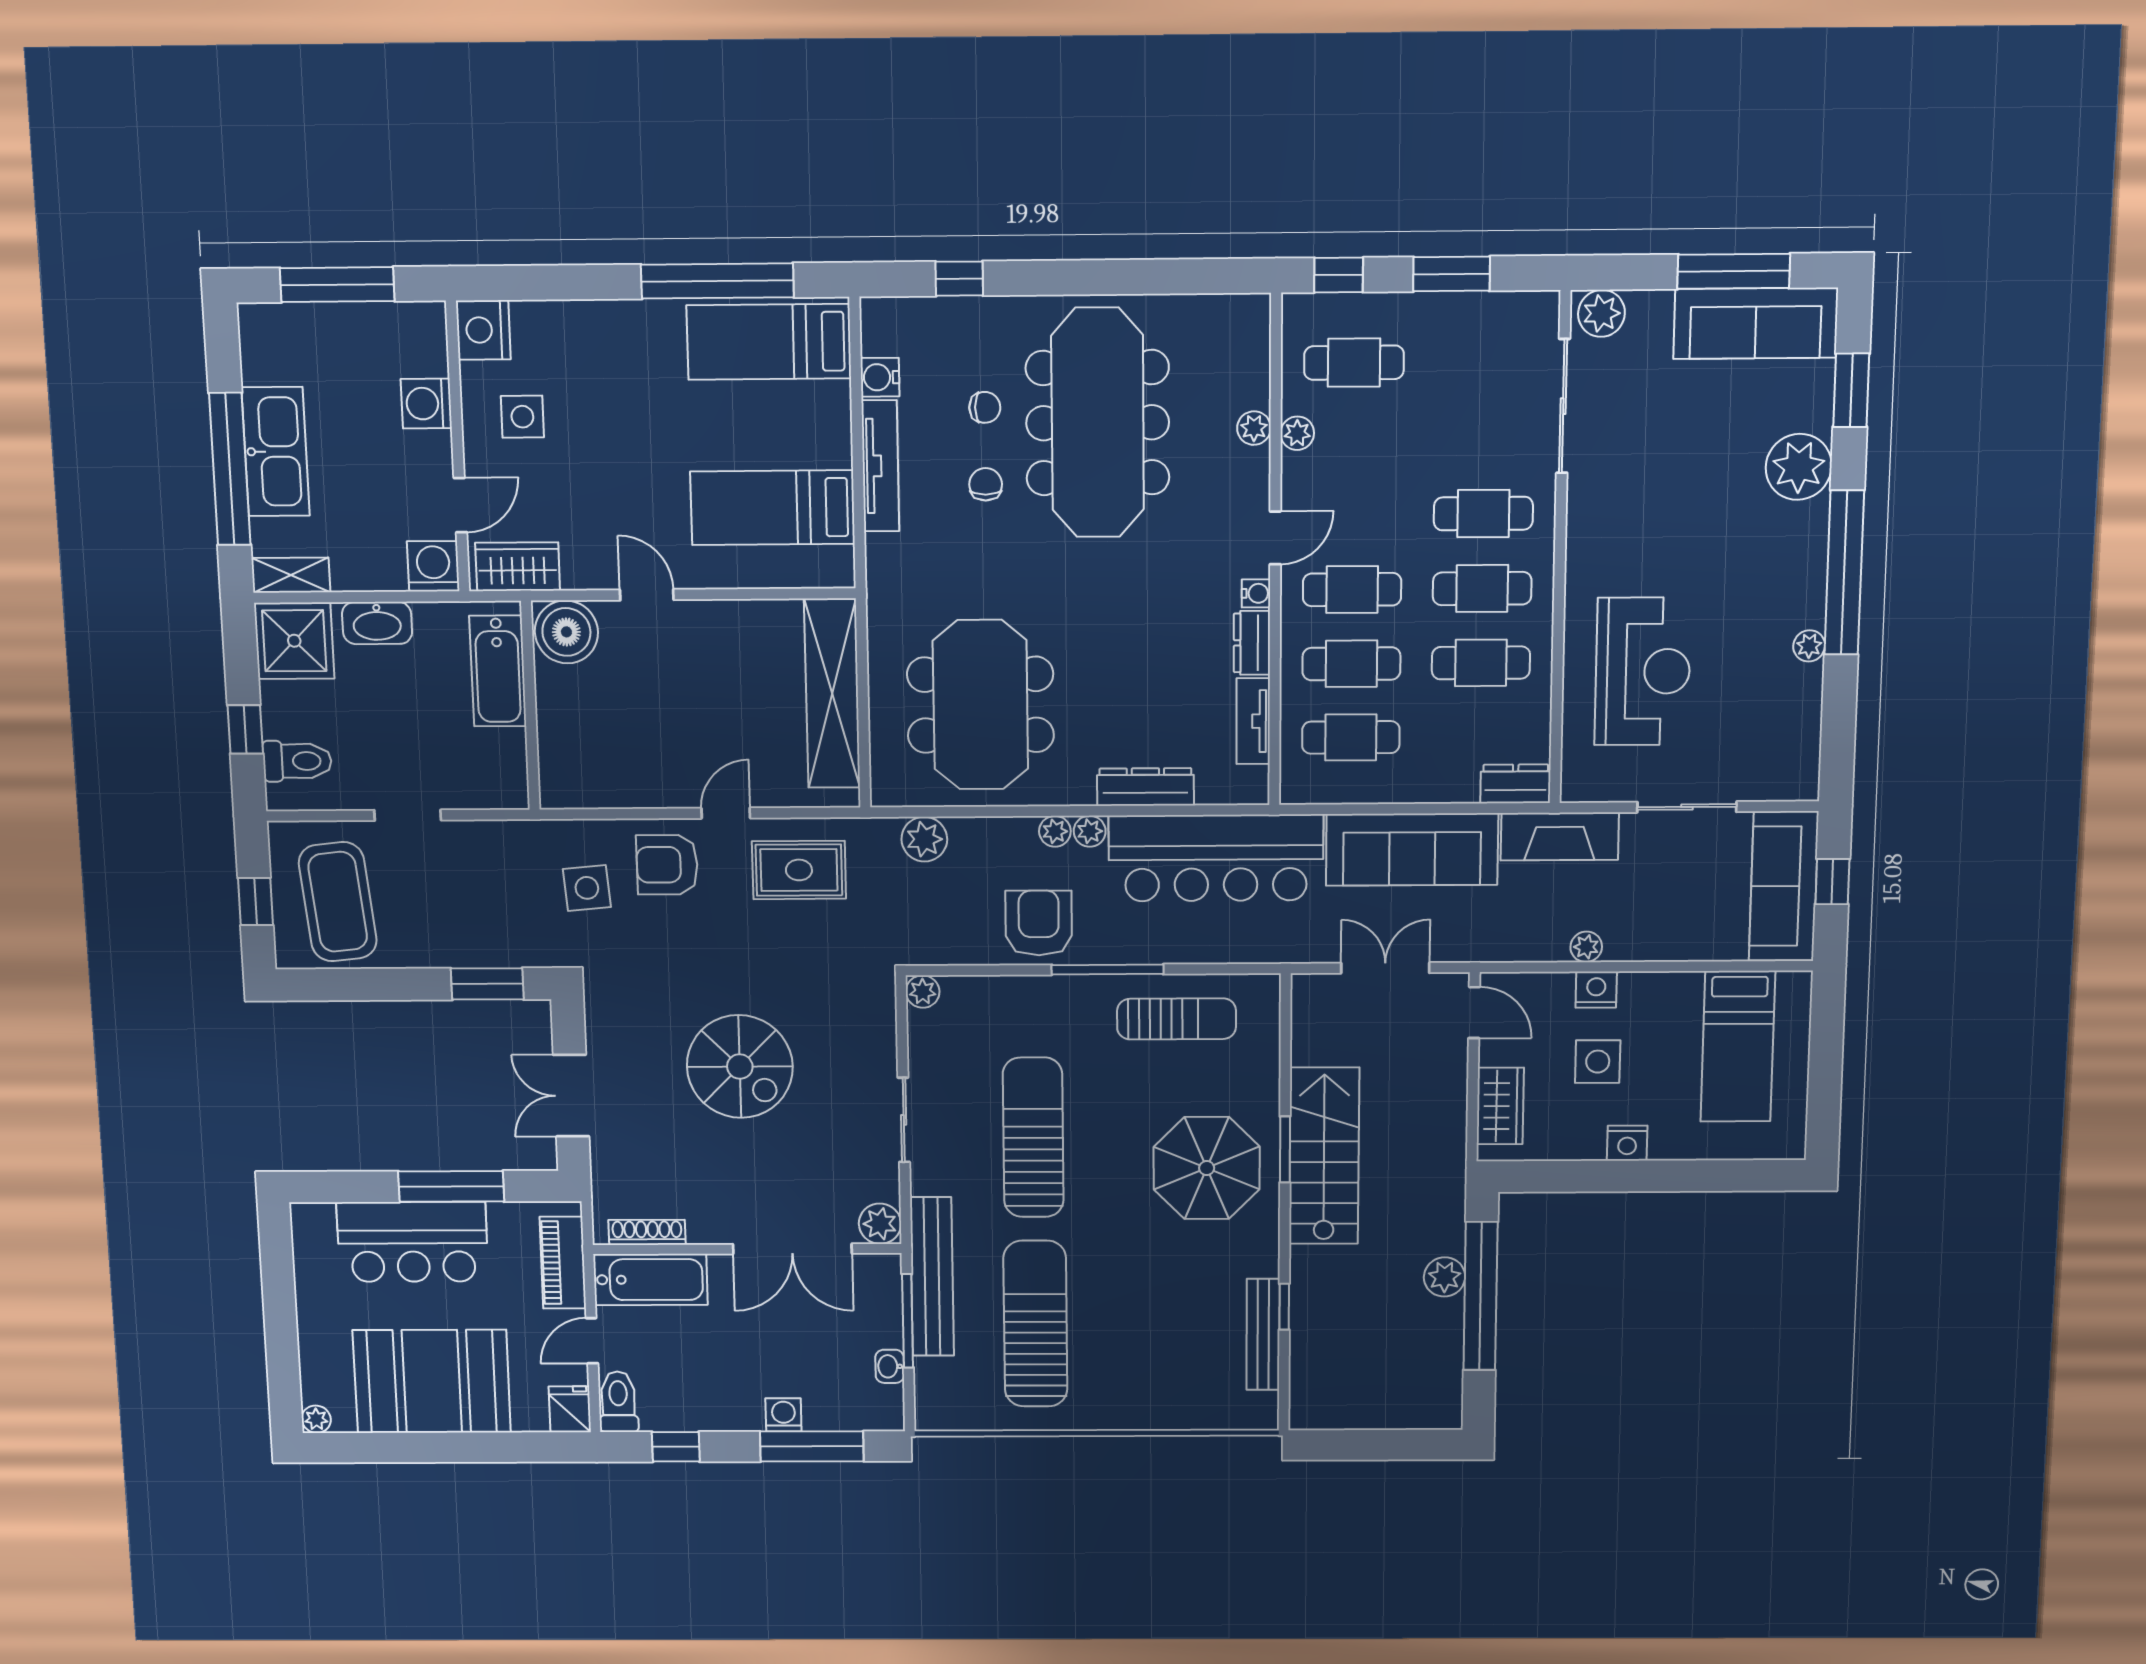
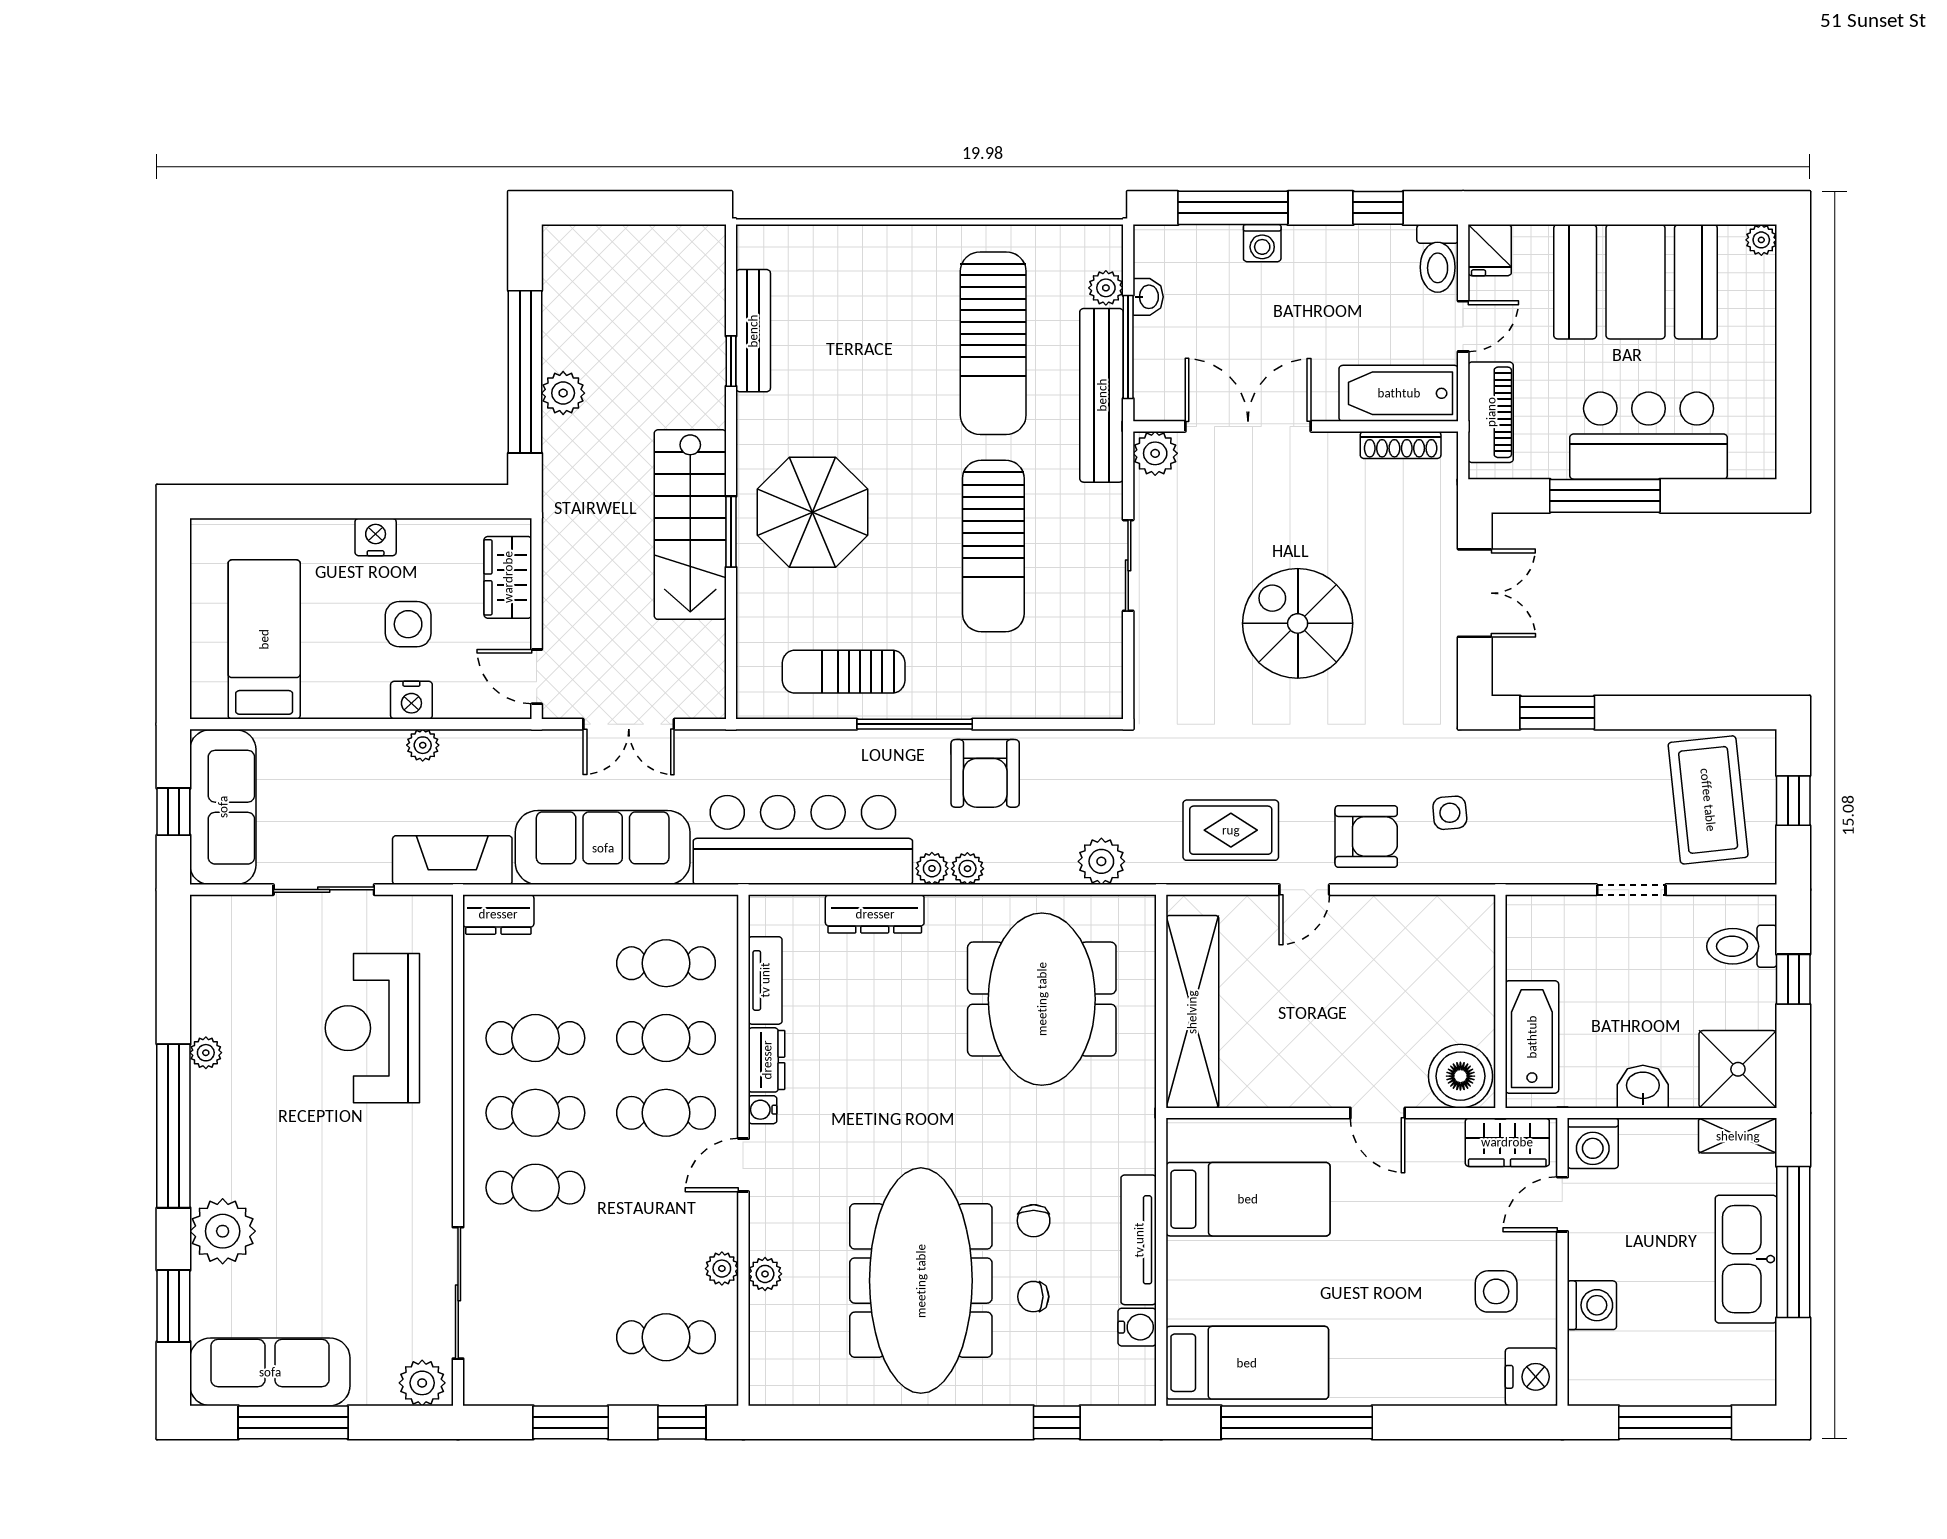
washbasin: (377, 623) -> (1643, 1087), width x0.72
side table: (587, 888) -> (1450, 813), width x0.73, depth x0.73
plant: (923, 992) -> (1106, 288), moved

